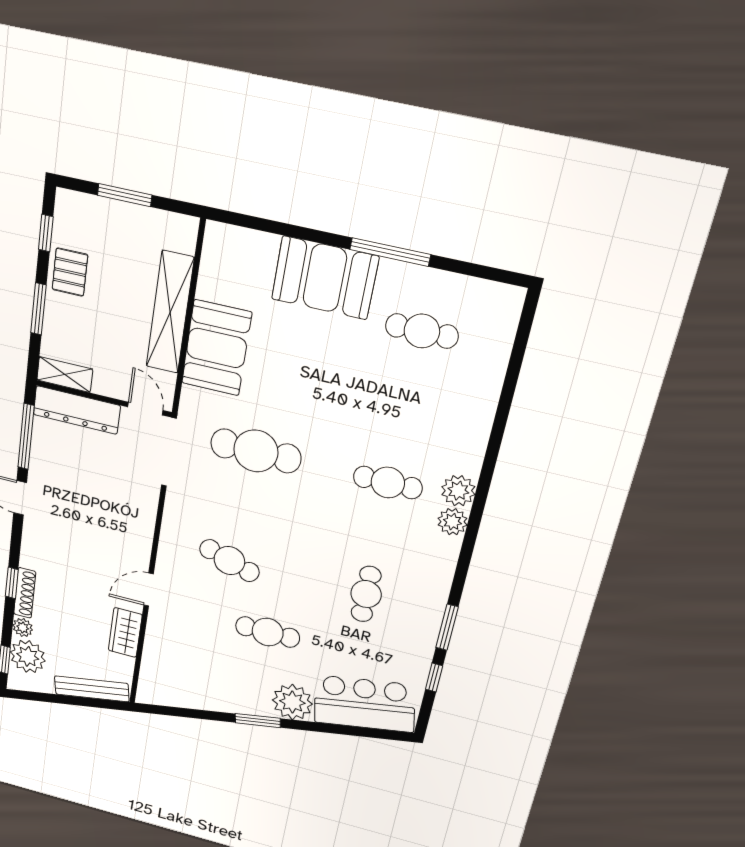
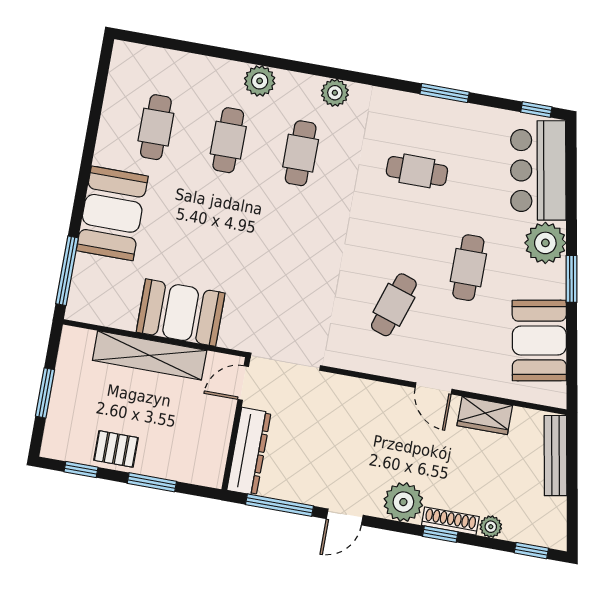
window: (390, 252) -> (67, 271), moved
shelving: (65, 375) -> (214, 461), removed
cafe table: (256, 451) -> (228, 140), moved, width x0.73, depth x0.74
plant: (458, 491) -> (260, 81), moved
plant: (28, 656) -> (403, 502), moved
window: (434, 677) -> (536, 110), moved
booth: (198, 687) -> (539, 340), added

